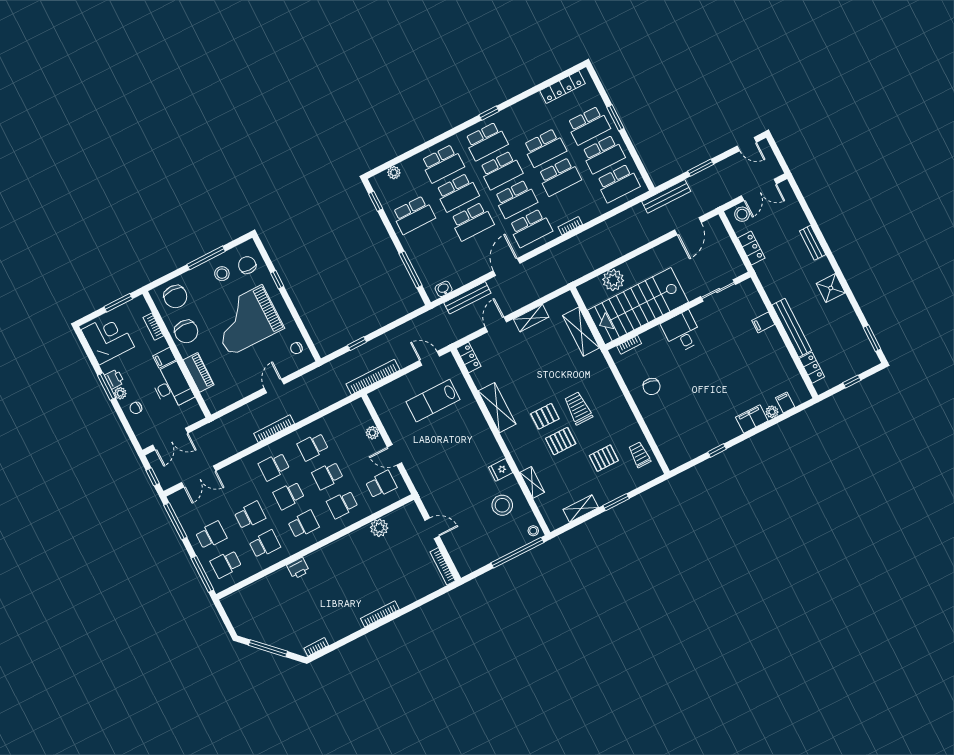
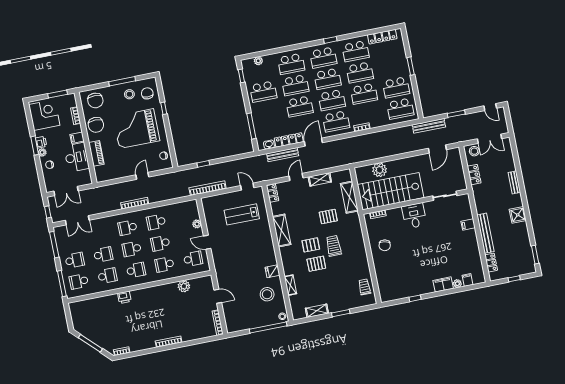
school desk: (588, 125) -> (355, 51), moved
locker: (470, 274) -> (289, 140), added
pallet: (604, 458) -> (328, 216), moved

